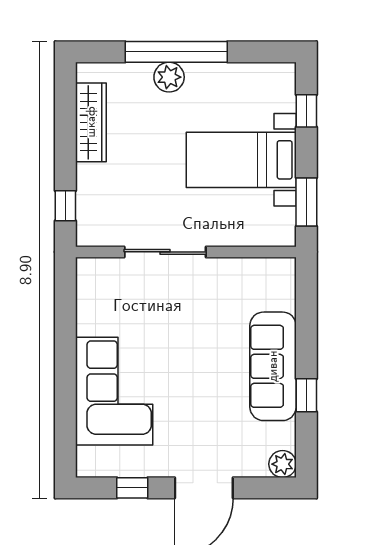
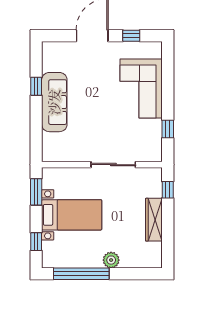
window: (176, 52) -> (81, 274), moved
wardrobe: (91, 122) -> (154, 220), moved
window: (65, 317) -> (168, 129), added
plant: (283, 464) -> (49, 49), removed

